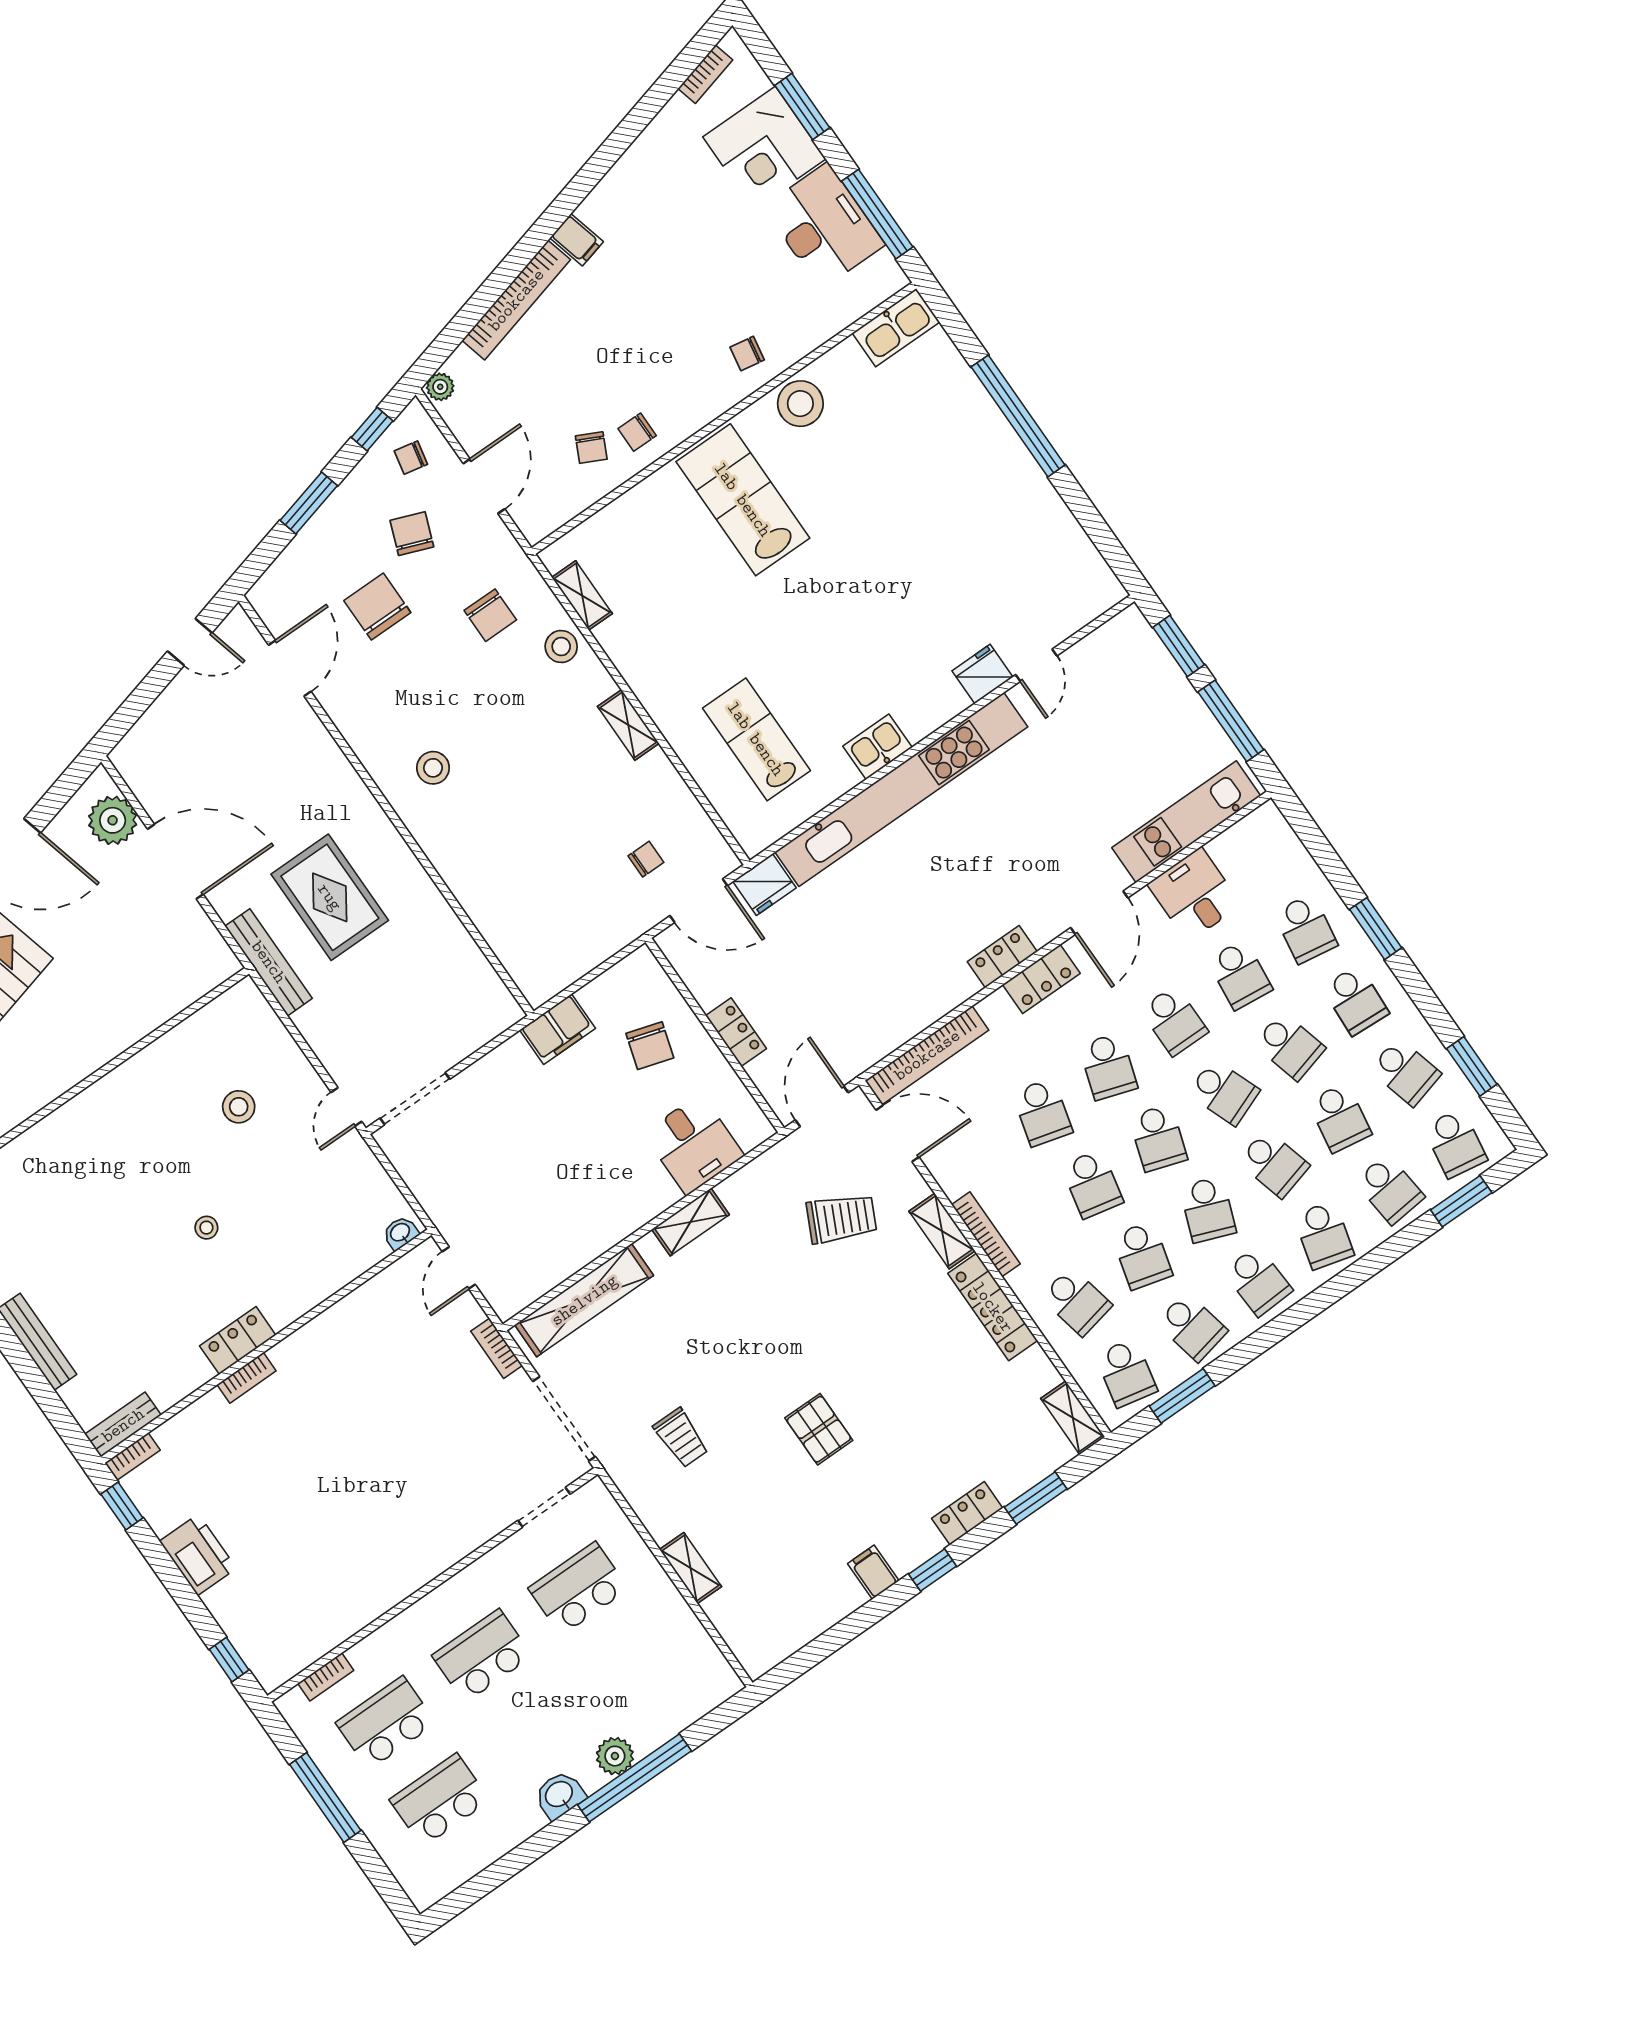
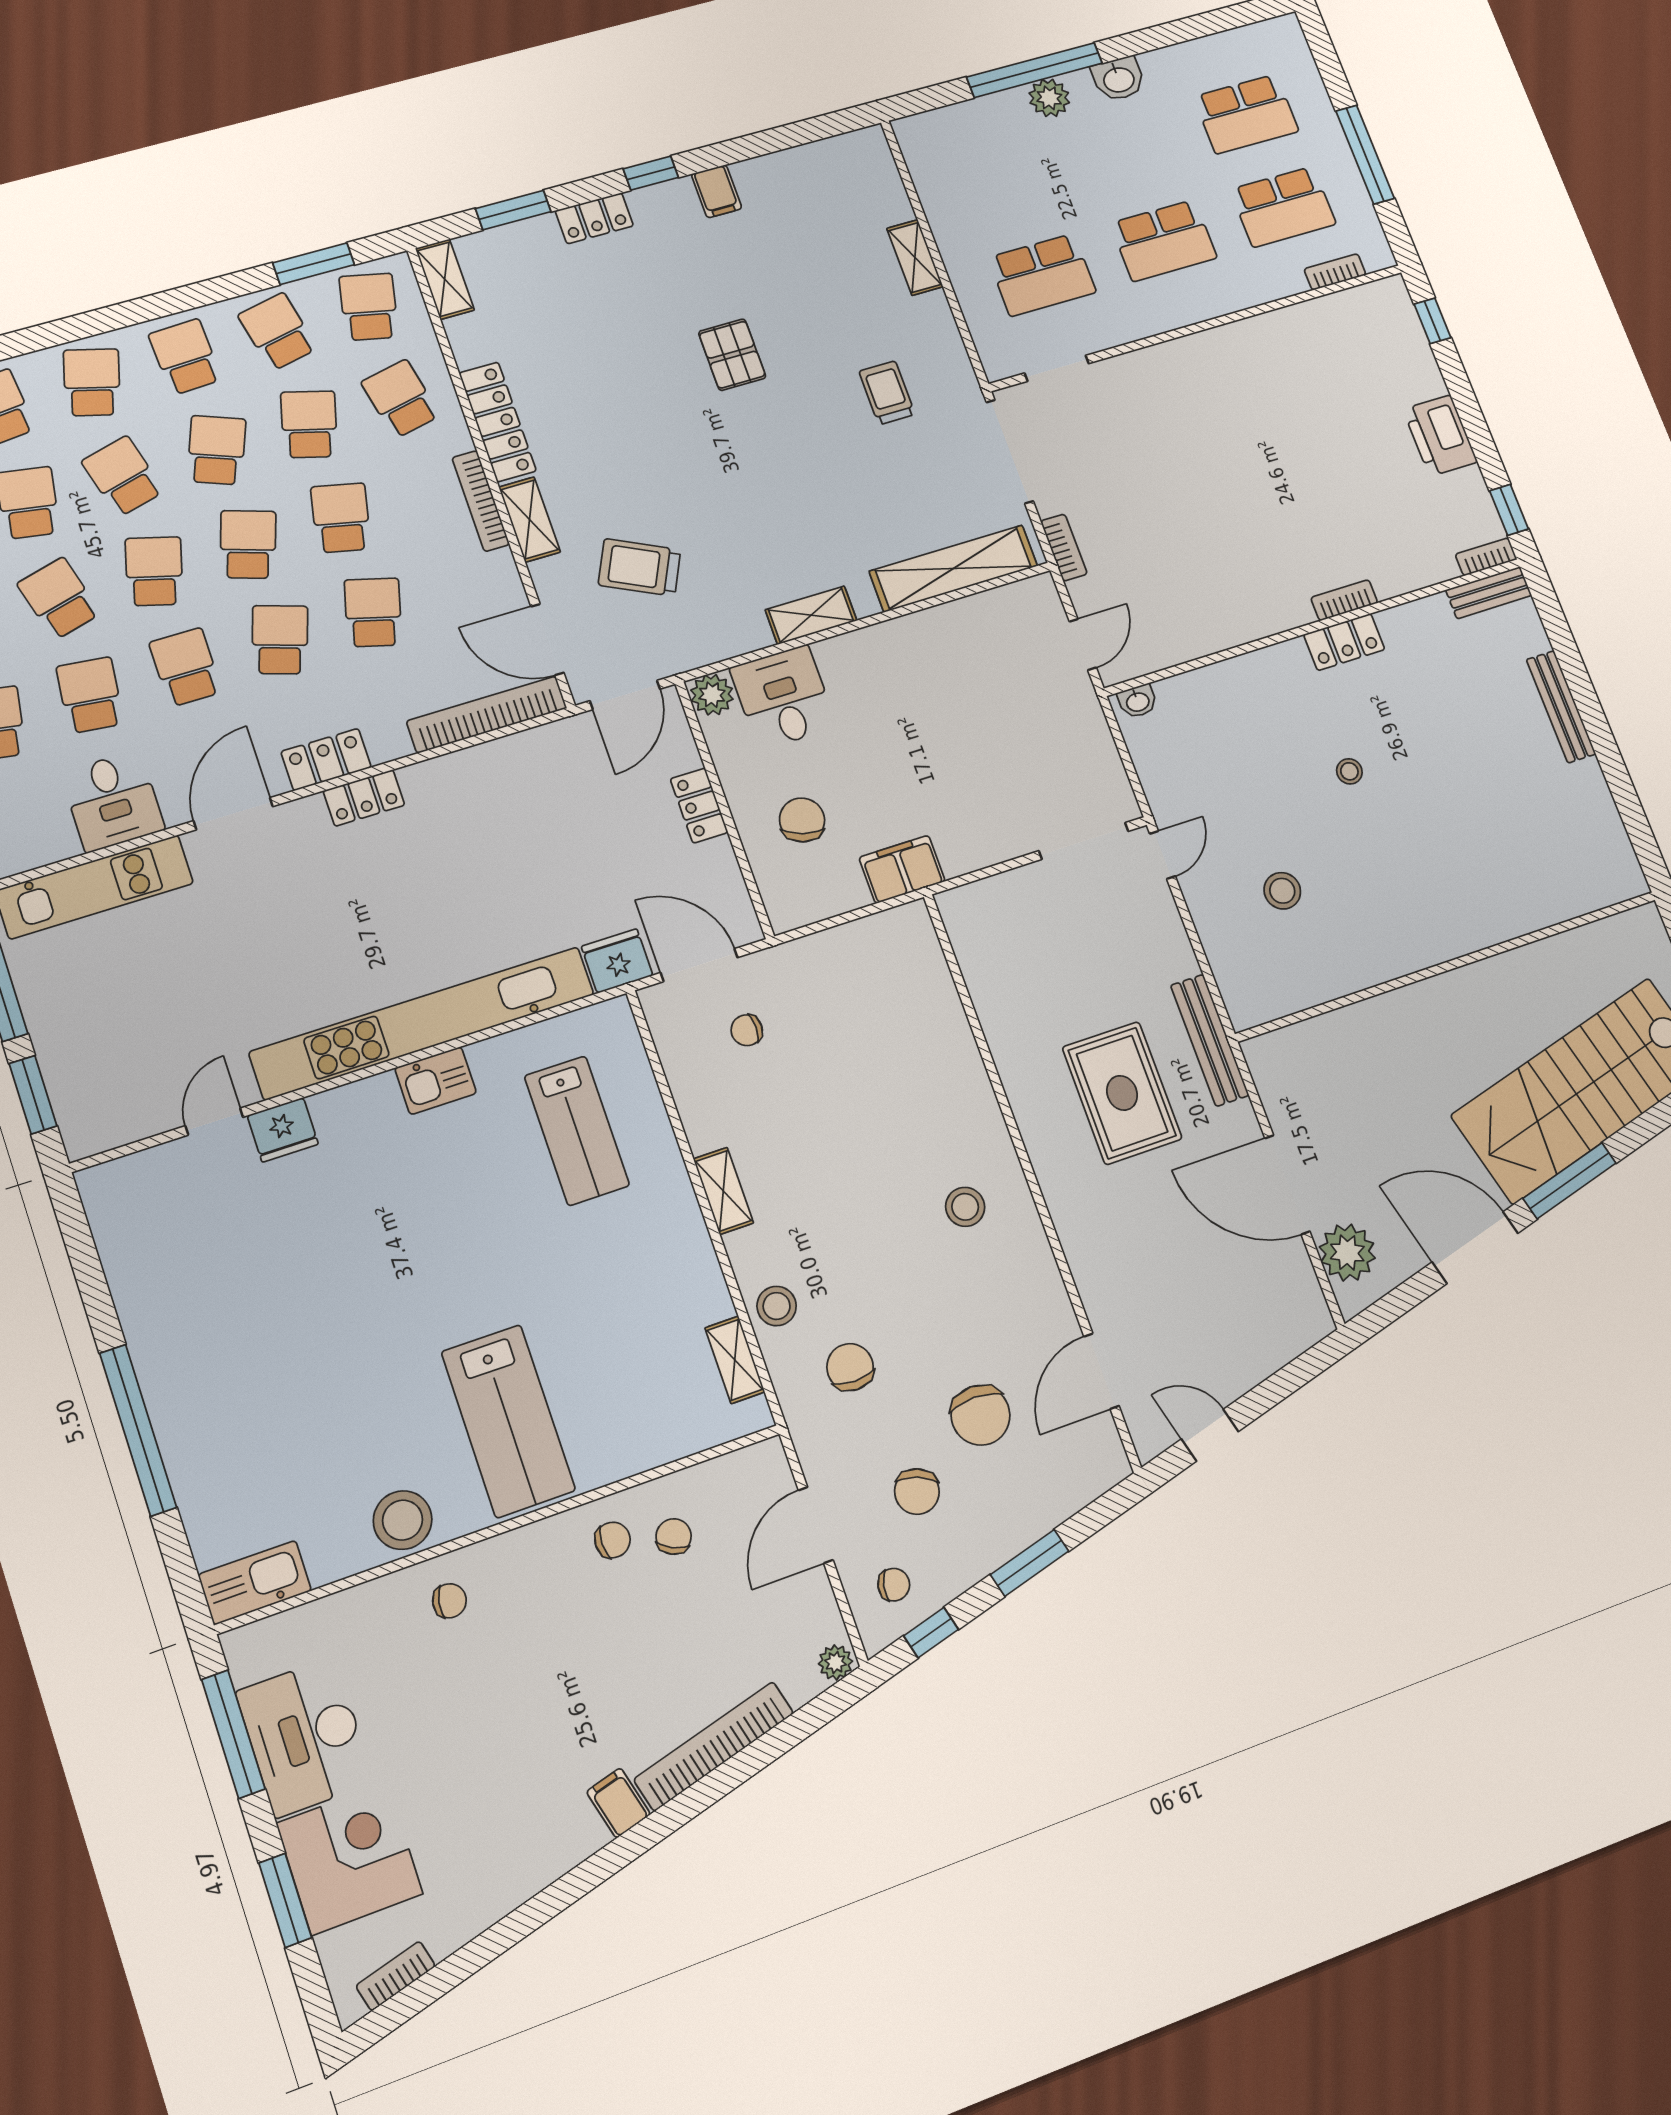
school desk: (1224, 1092) -> (154, 571), turned 36
plant: (752, 1129) -> (712, 695), added

